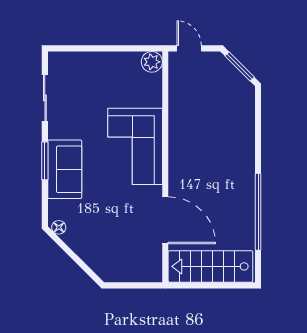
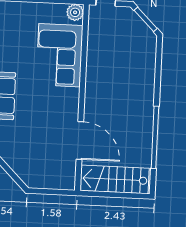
corner sofa: (135, 146) -> (59, 55), moved

